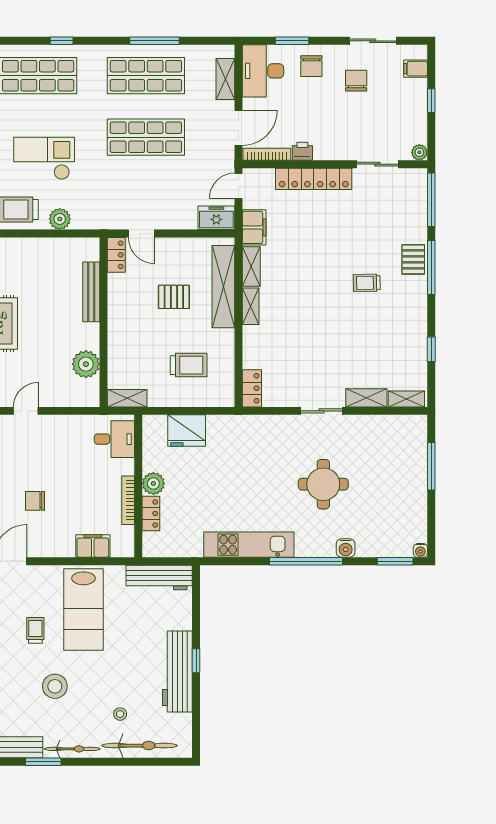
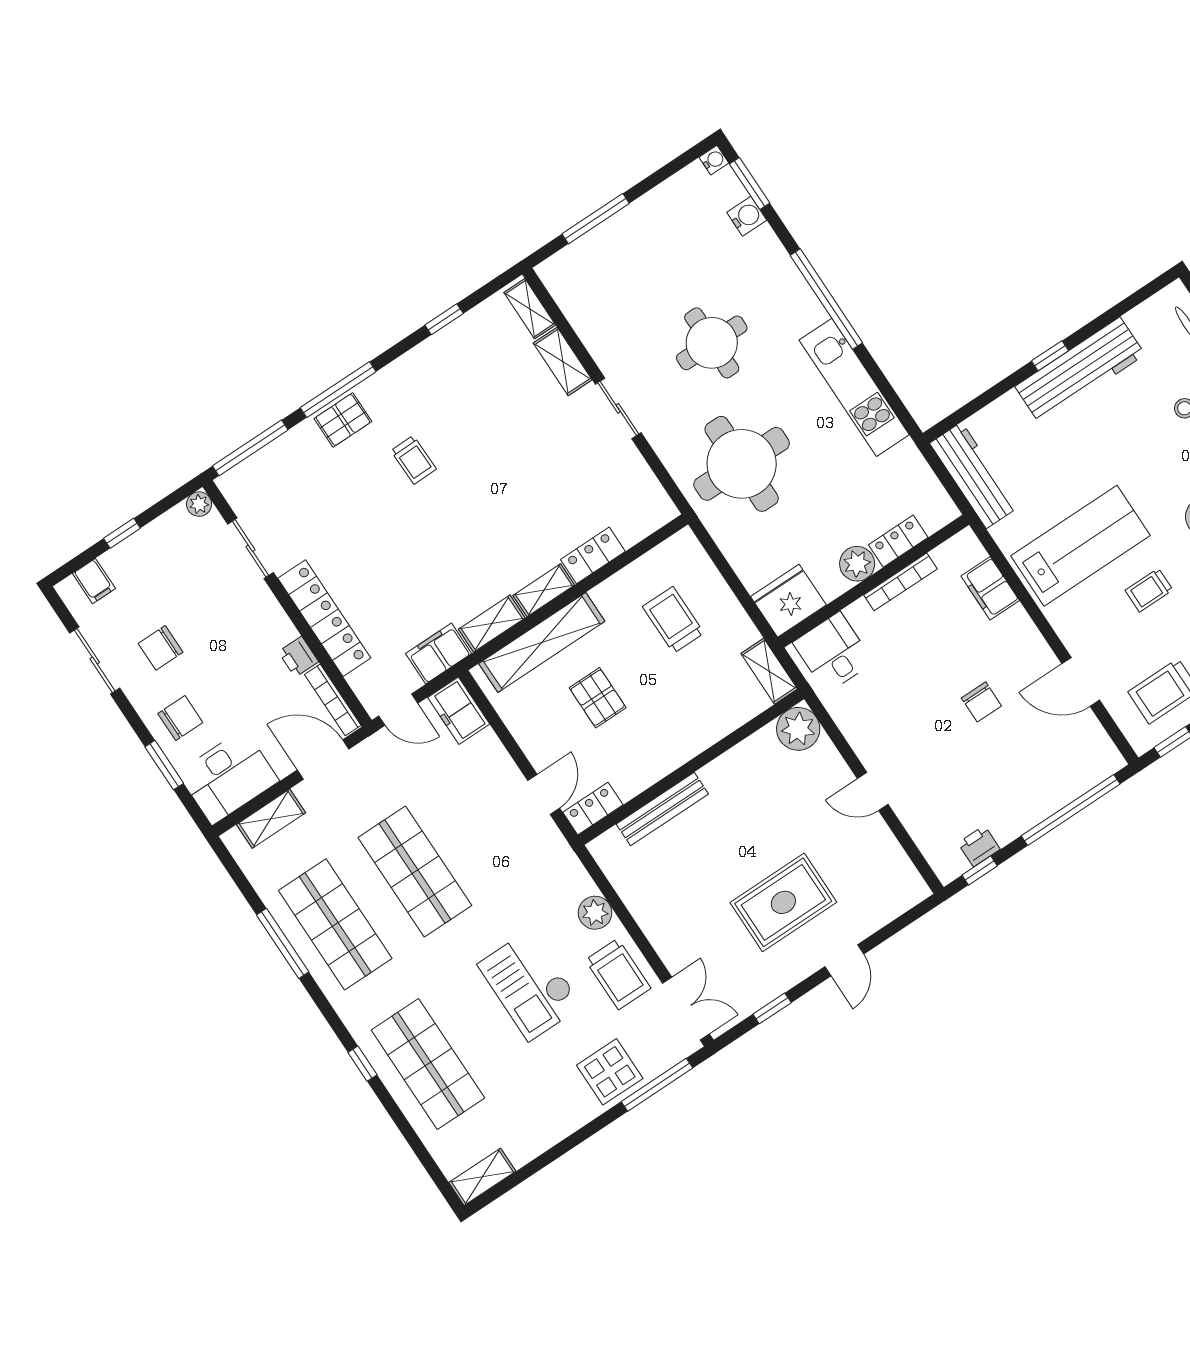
plant: (86, 364) -> (798, 729), moved
locker: (252, 388) -> (593, 555), moved
fridge: (187, 431) -> (788, 601), moved, turned -90
round table: (248, 457) -> (742, 464), added
water cooler: (346, 548) -> (747, 216), moved

